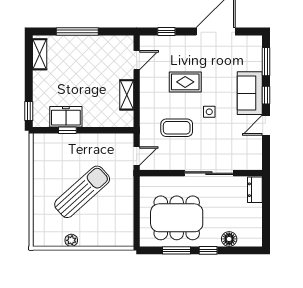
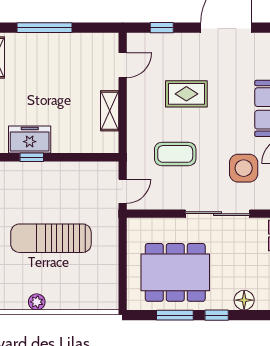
side table: (209, 112) -> (244, 168), moved, width x1.87, depth x1.87
sun lounger: (82, 192) -> (51, 238), turned -138

